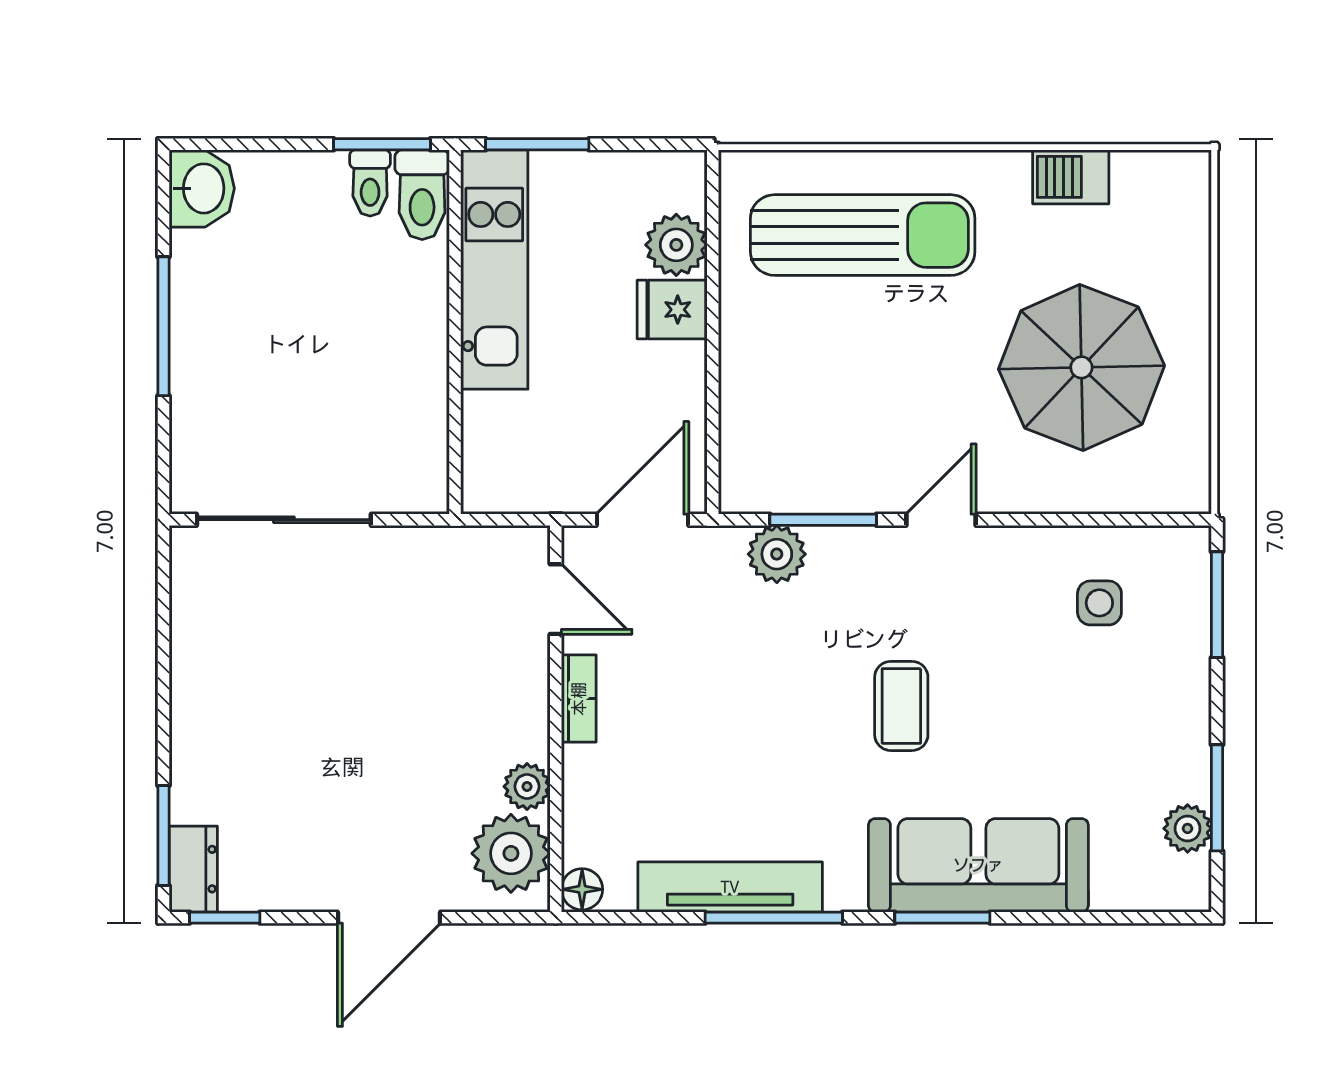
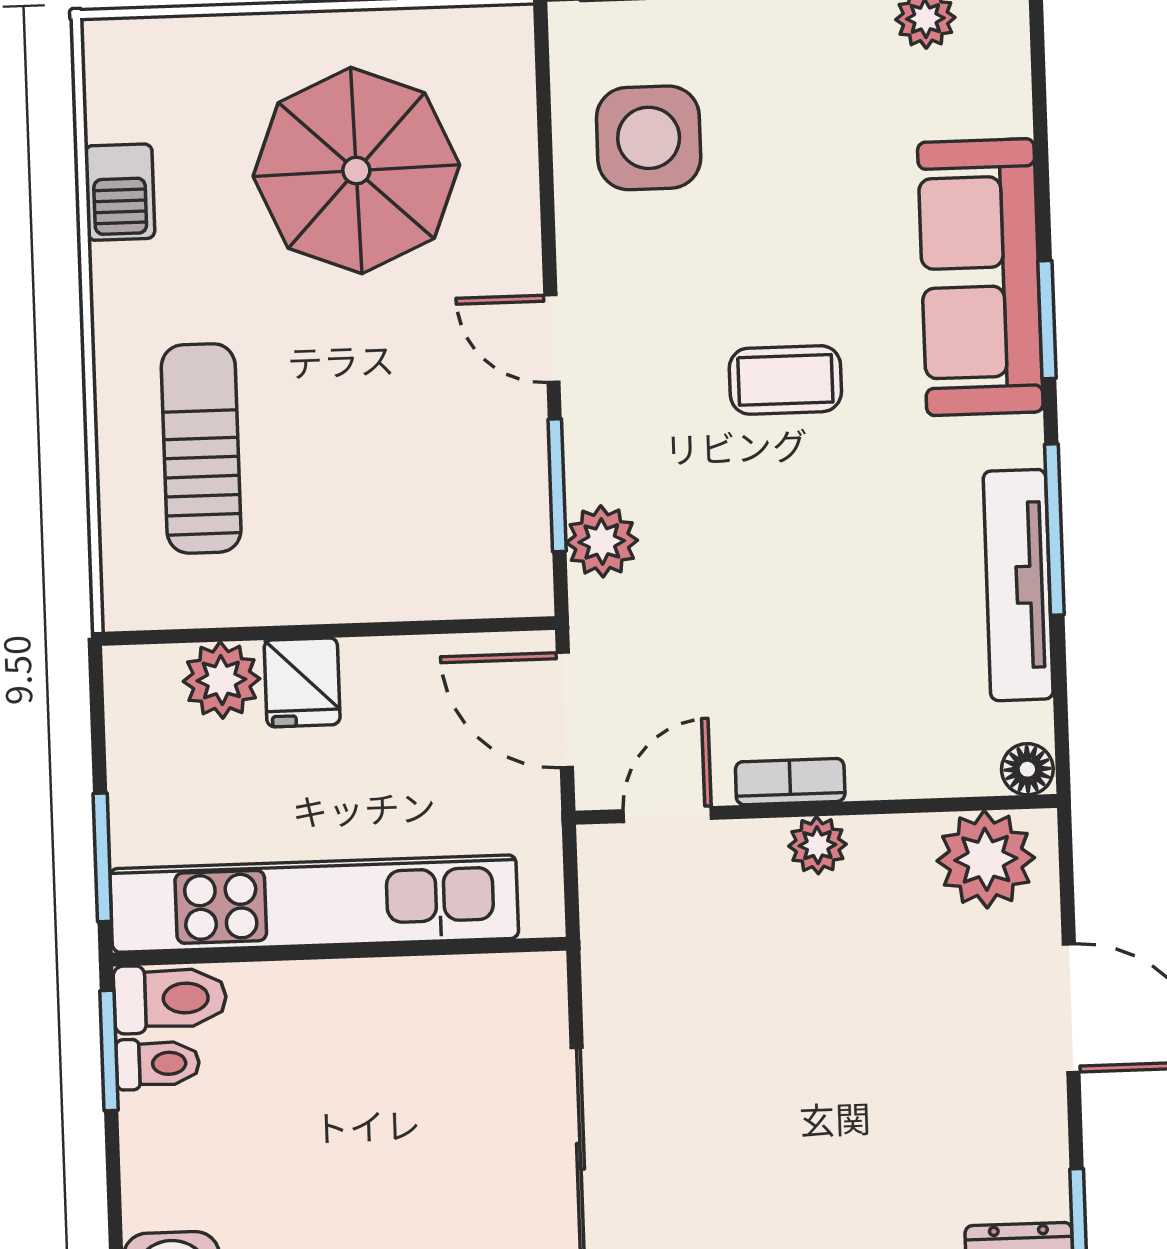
sun lounger: (863, 235) -> (201, 448), width x0.73, depth x0.75
kitchen unit: (494, 270) -> (314, 904), width x1.36
side table: (1099, 603) -> (649, 138), width x1.87, depth x1.87
plant: (527, 786) -> (817, 845), moved

